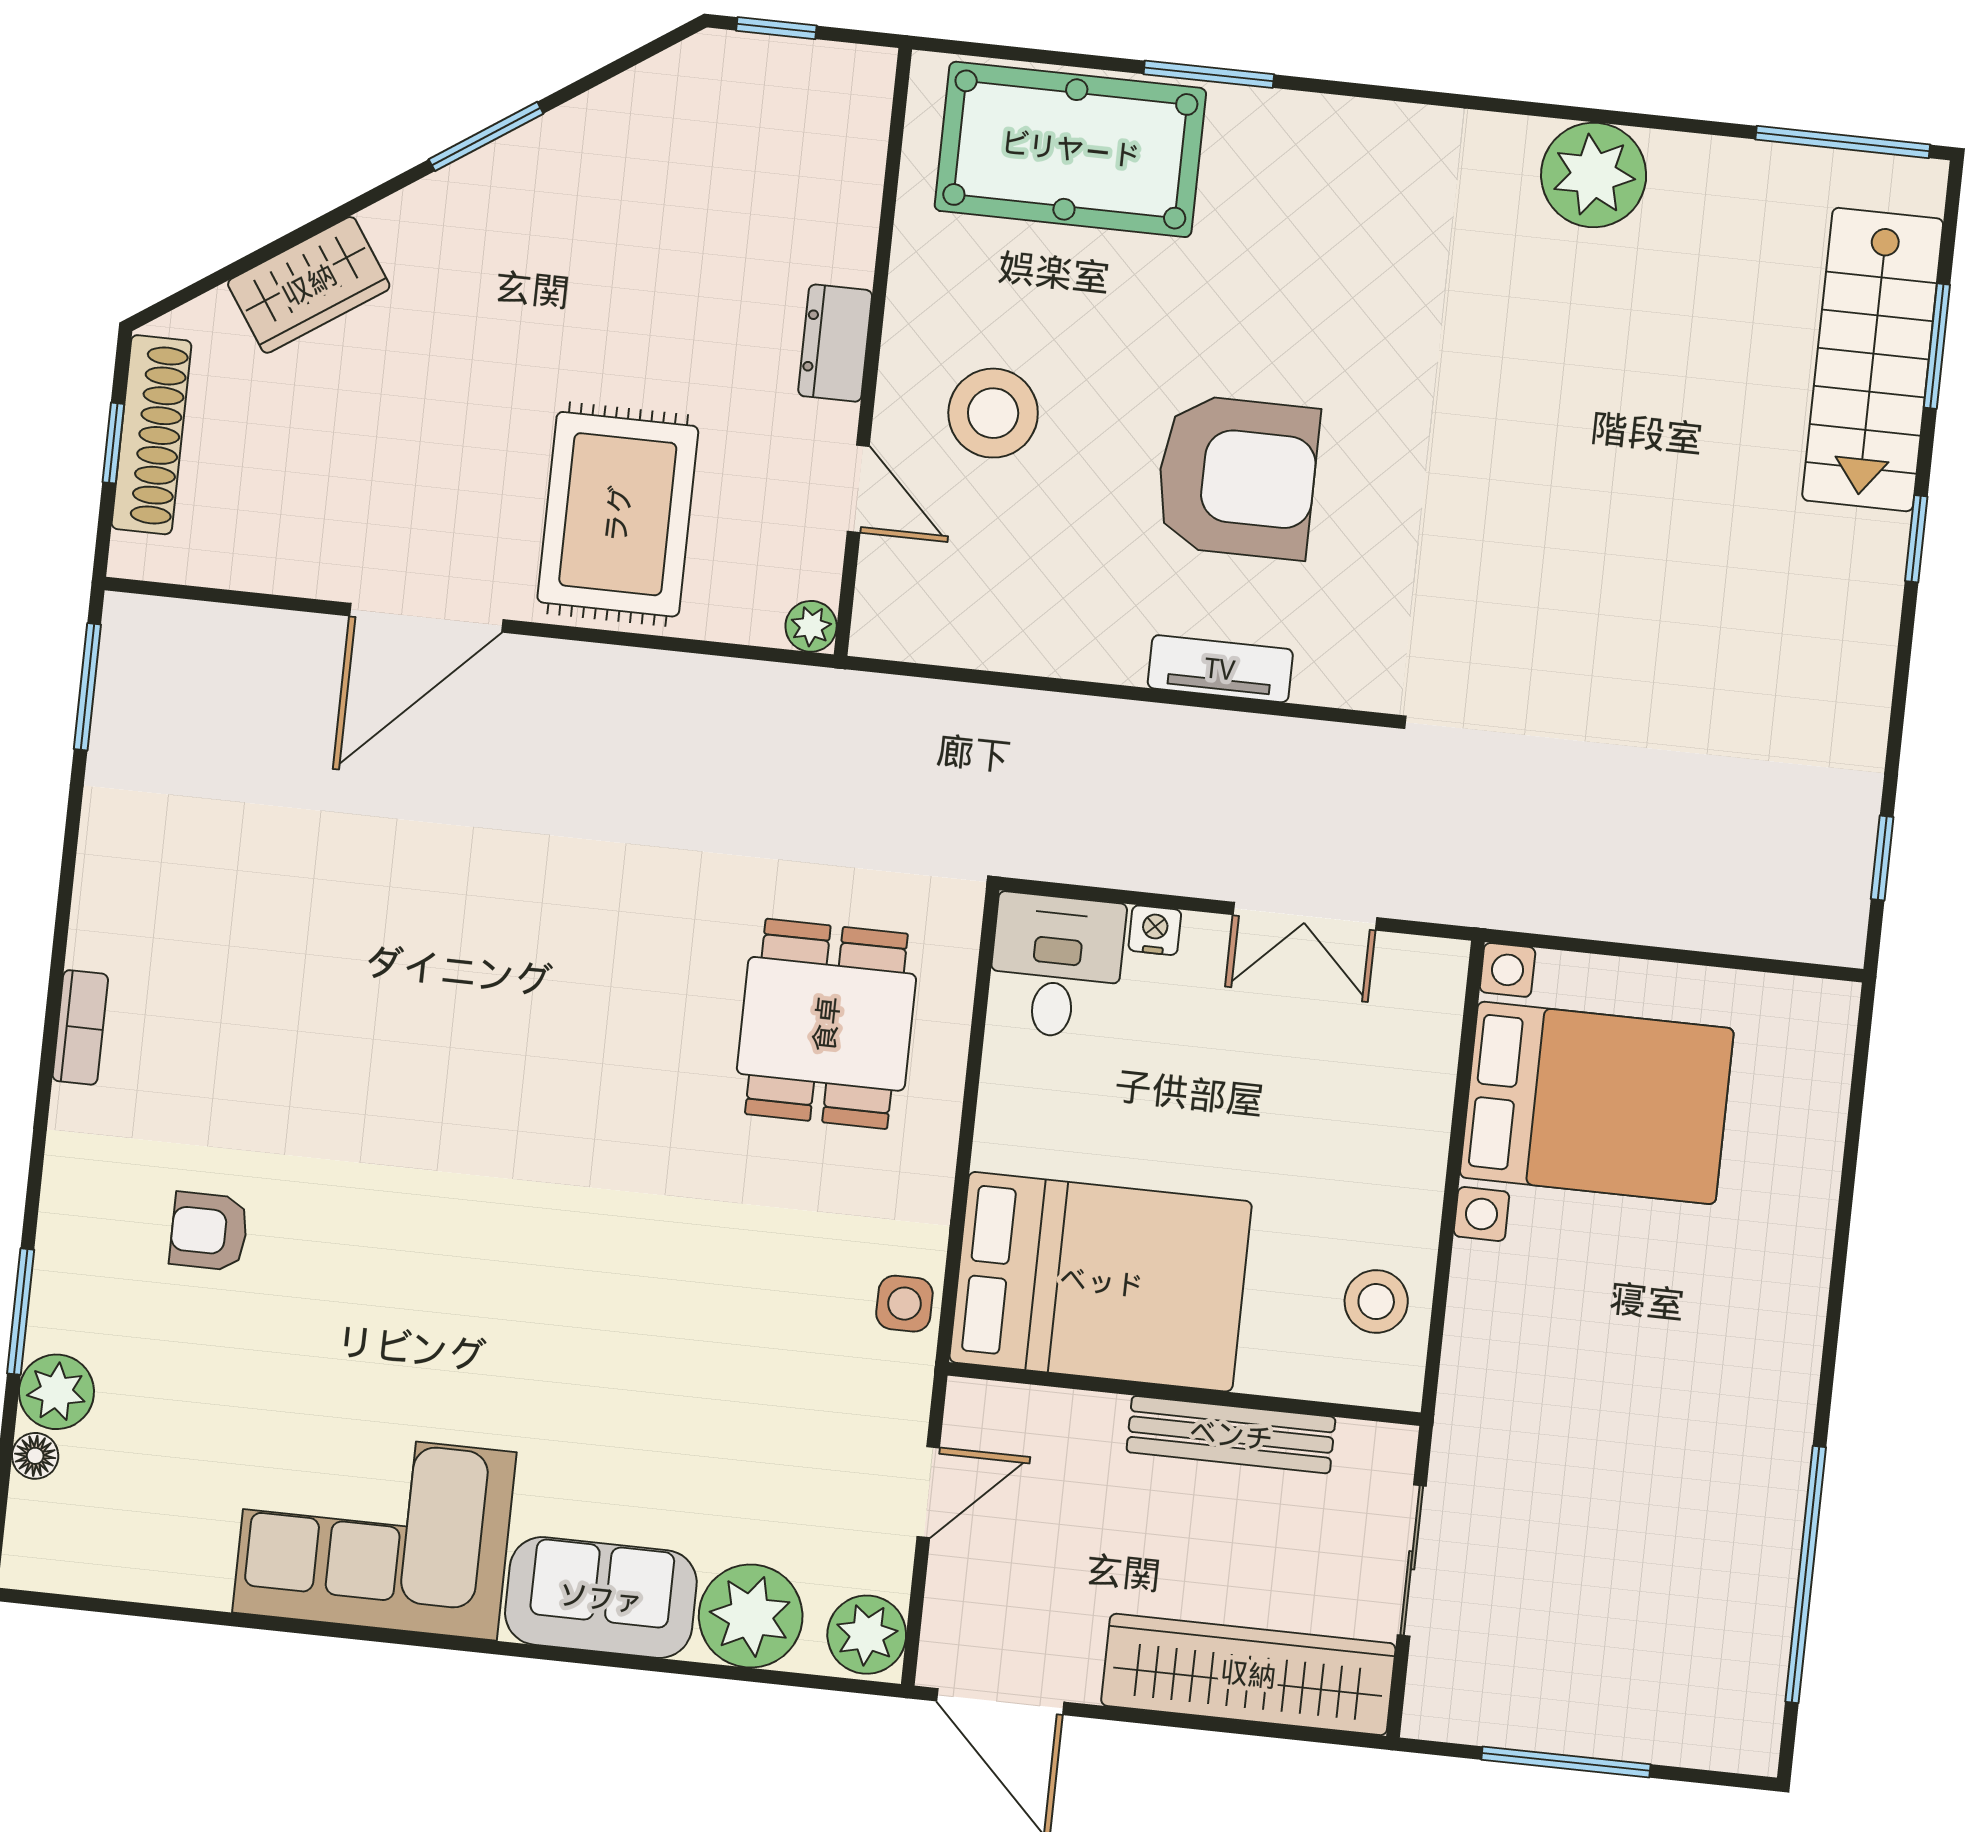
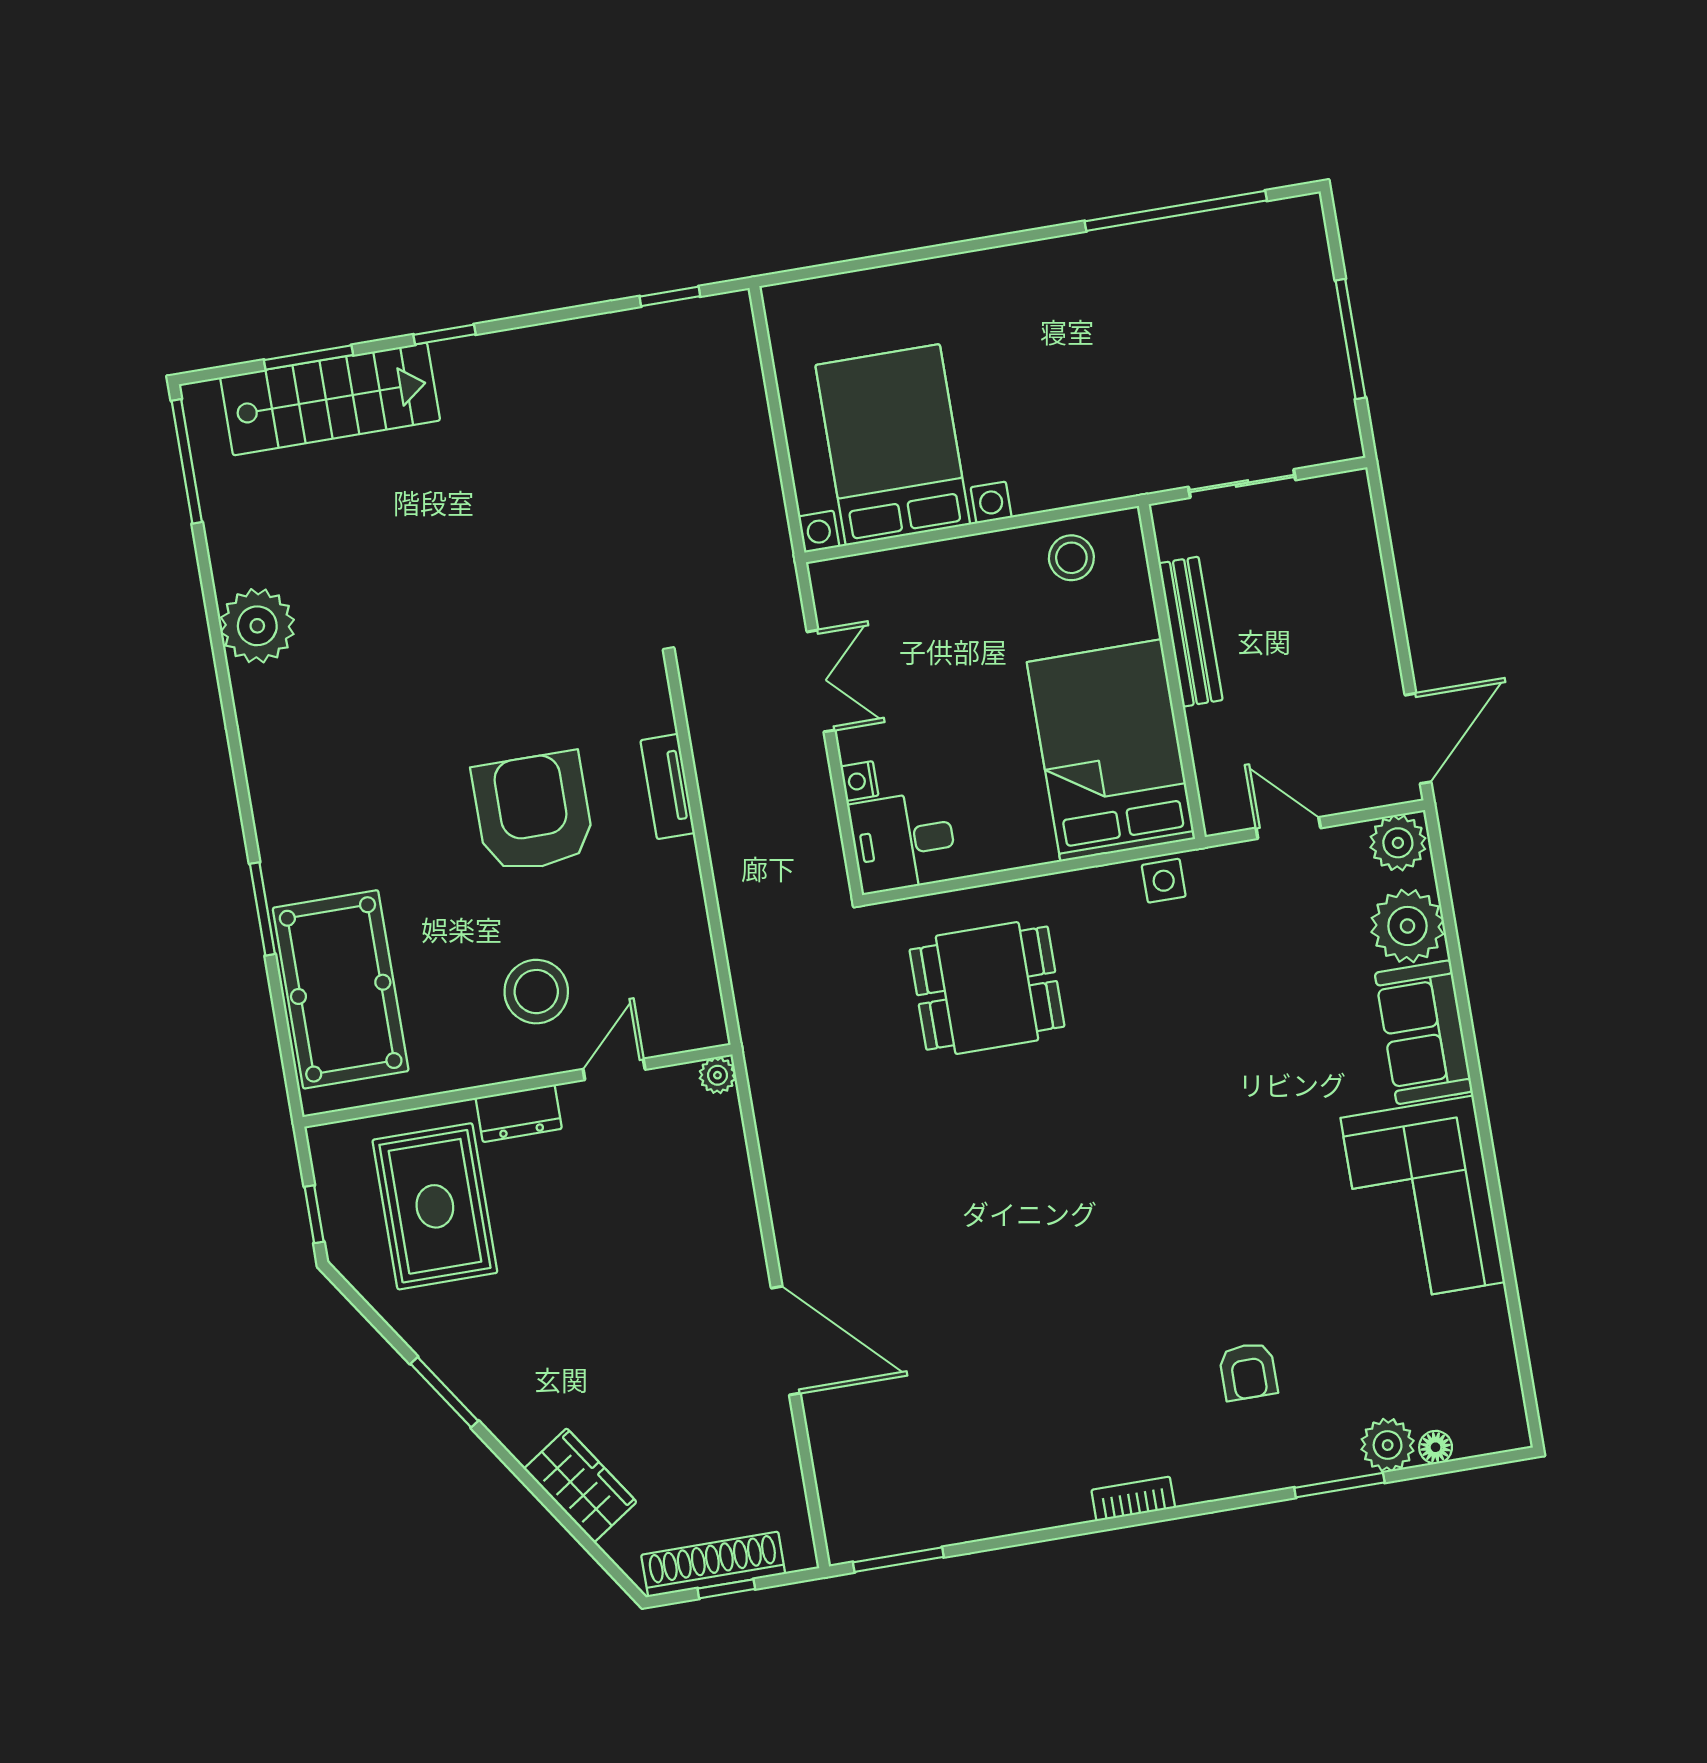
rug: (618, 514) -> (435, 1206), moved, turned 90
wardrobe: (1248, 1674) -> (1352, 574), removed

